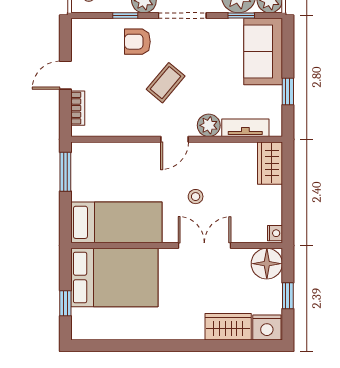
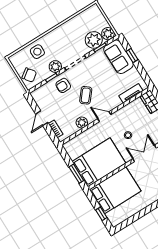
window: (288, 91) -> (132, 55), moved
plant: (209, 125) -> (82, 123), moved
door: (174, 139) -> (104, 117), swing flipped
window: (65, 172) -> (76, 174), moved
bed: (116, 222) -> (99, 162), width x1.50

